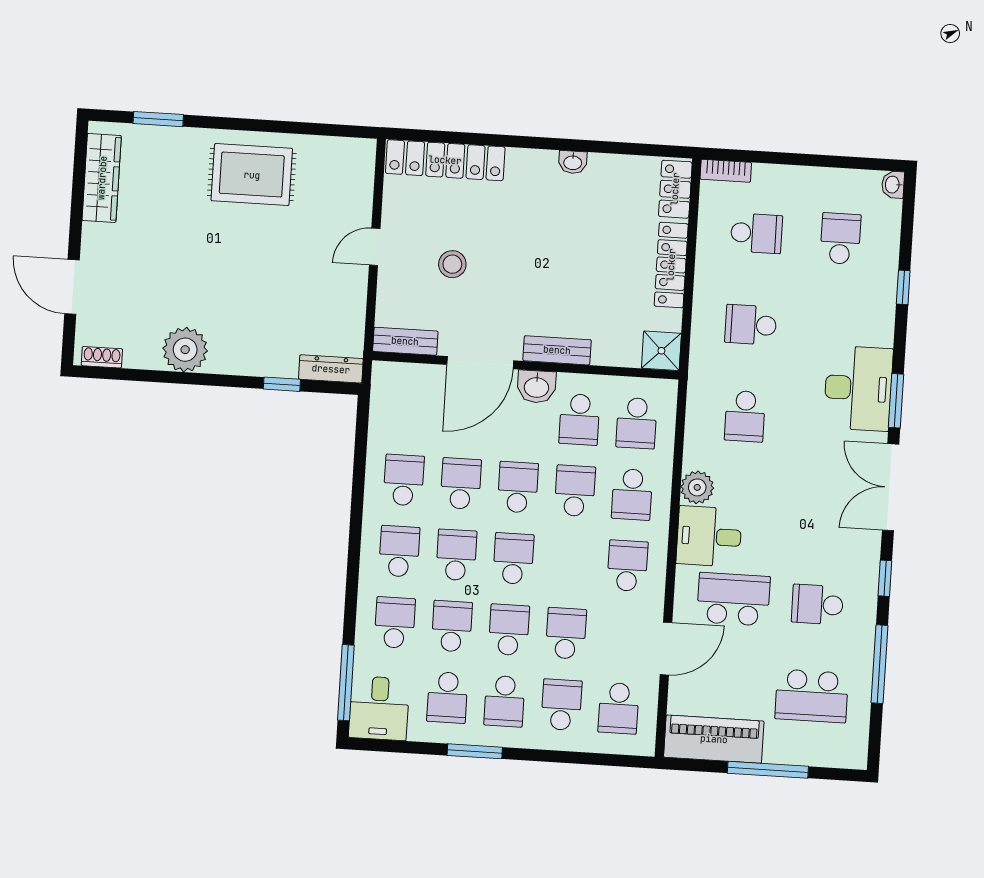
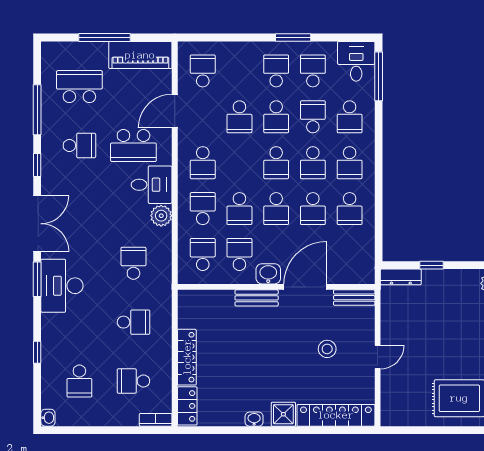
shower: (661, 351) -> (283, 414), moved
school desk: (452, 626) -> (313, 117), turned 180
school desk: (561, 705) -> (239, 71), removed

